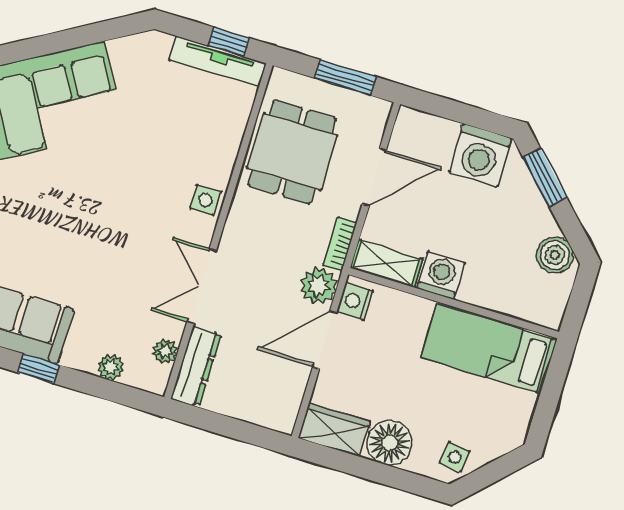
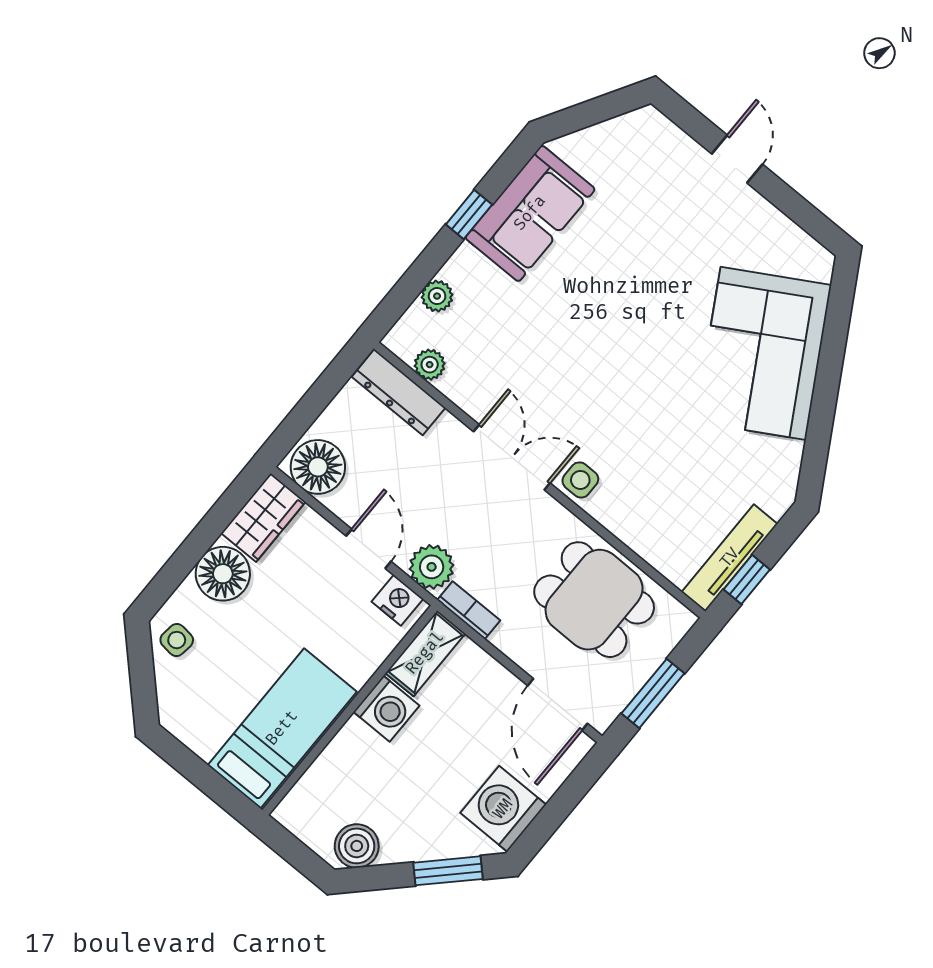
door: (374, 177) -> (558, 705), moved
double door: (202, 286) -> (512, 457), moved
door: (325, 340) -> (368, 549), width x0.73
floor lamp: (278, 404) -> (318, 467), added

